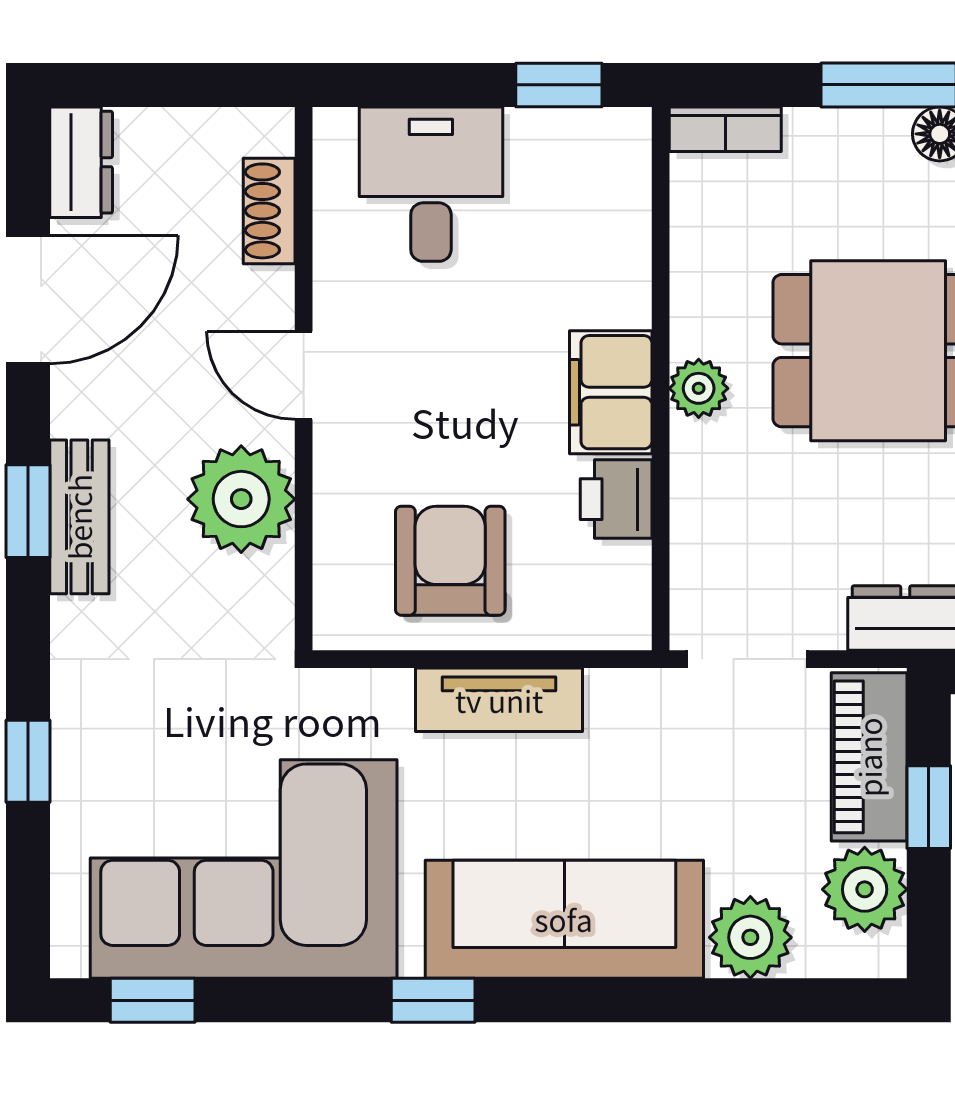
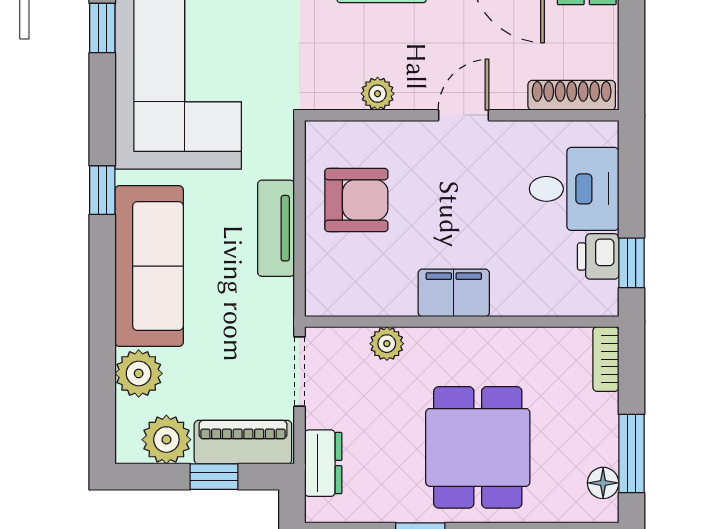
shoe rack: (269, 211) -> (572, 95), width x1.43
plant: (699, 388) -> (387, 344), moved
plant: (241, 499) -> (378, 94), width x0.53, depth x0.53
printer: (616, 499) -> (598, 256), moved, turned -90

